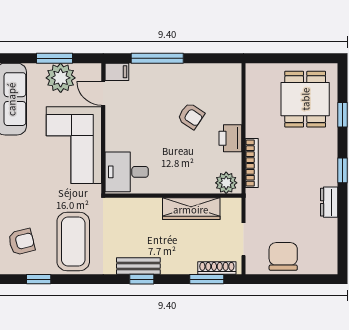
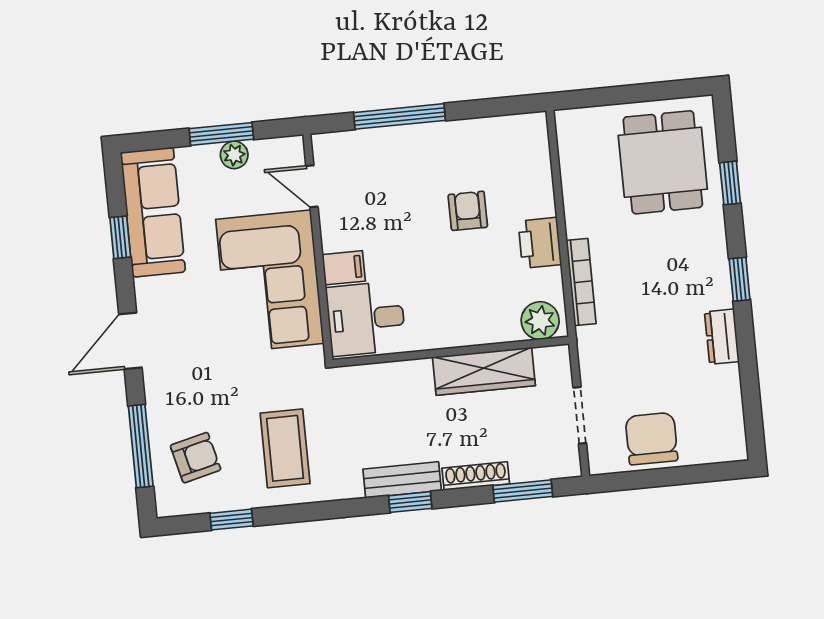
filing cabinet: (117, 72) -> (344, 268), moved
plant: (61, 78) -> (234, 155), width x0.53, depth x0.53
armchair: (191, 116) -> (468, 211), turned -124
coffee table: (73, 241) -> (285, 448), width x0.73, depth x0.76
shoe rack: (217, 268) -> (476, 476), moved

